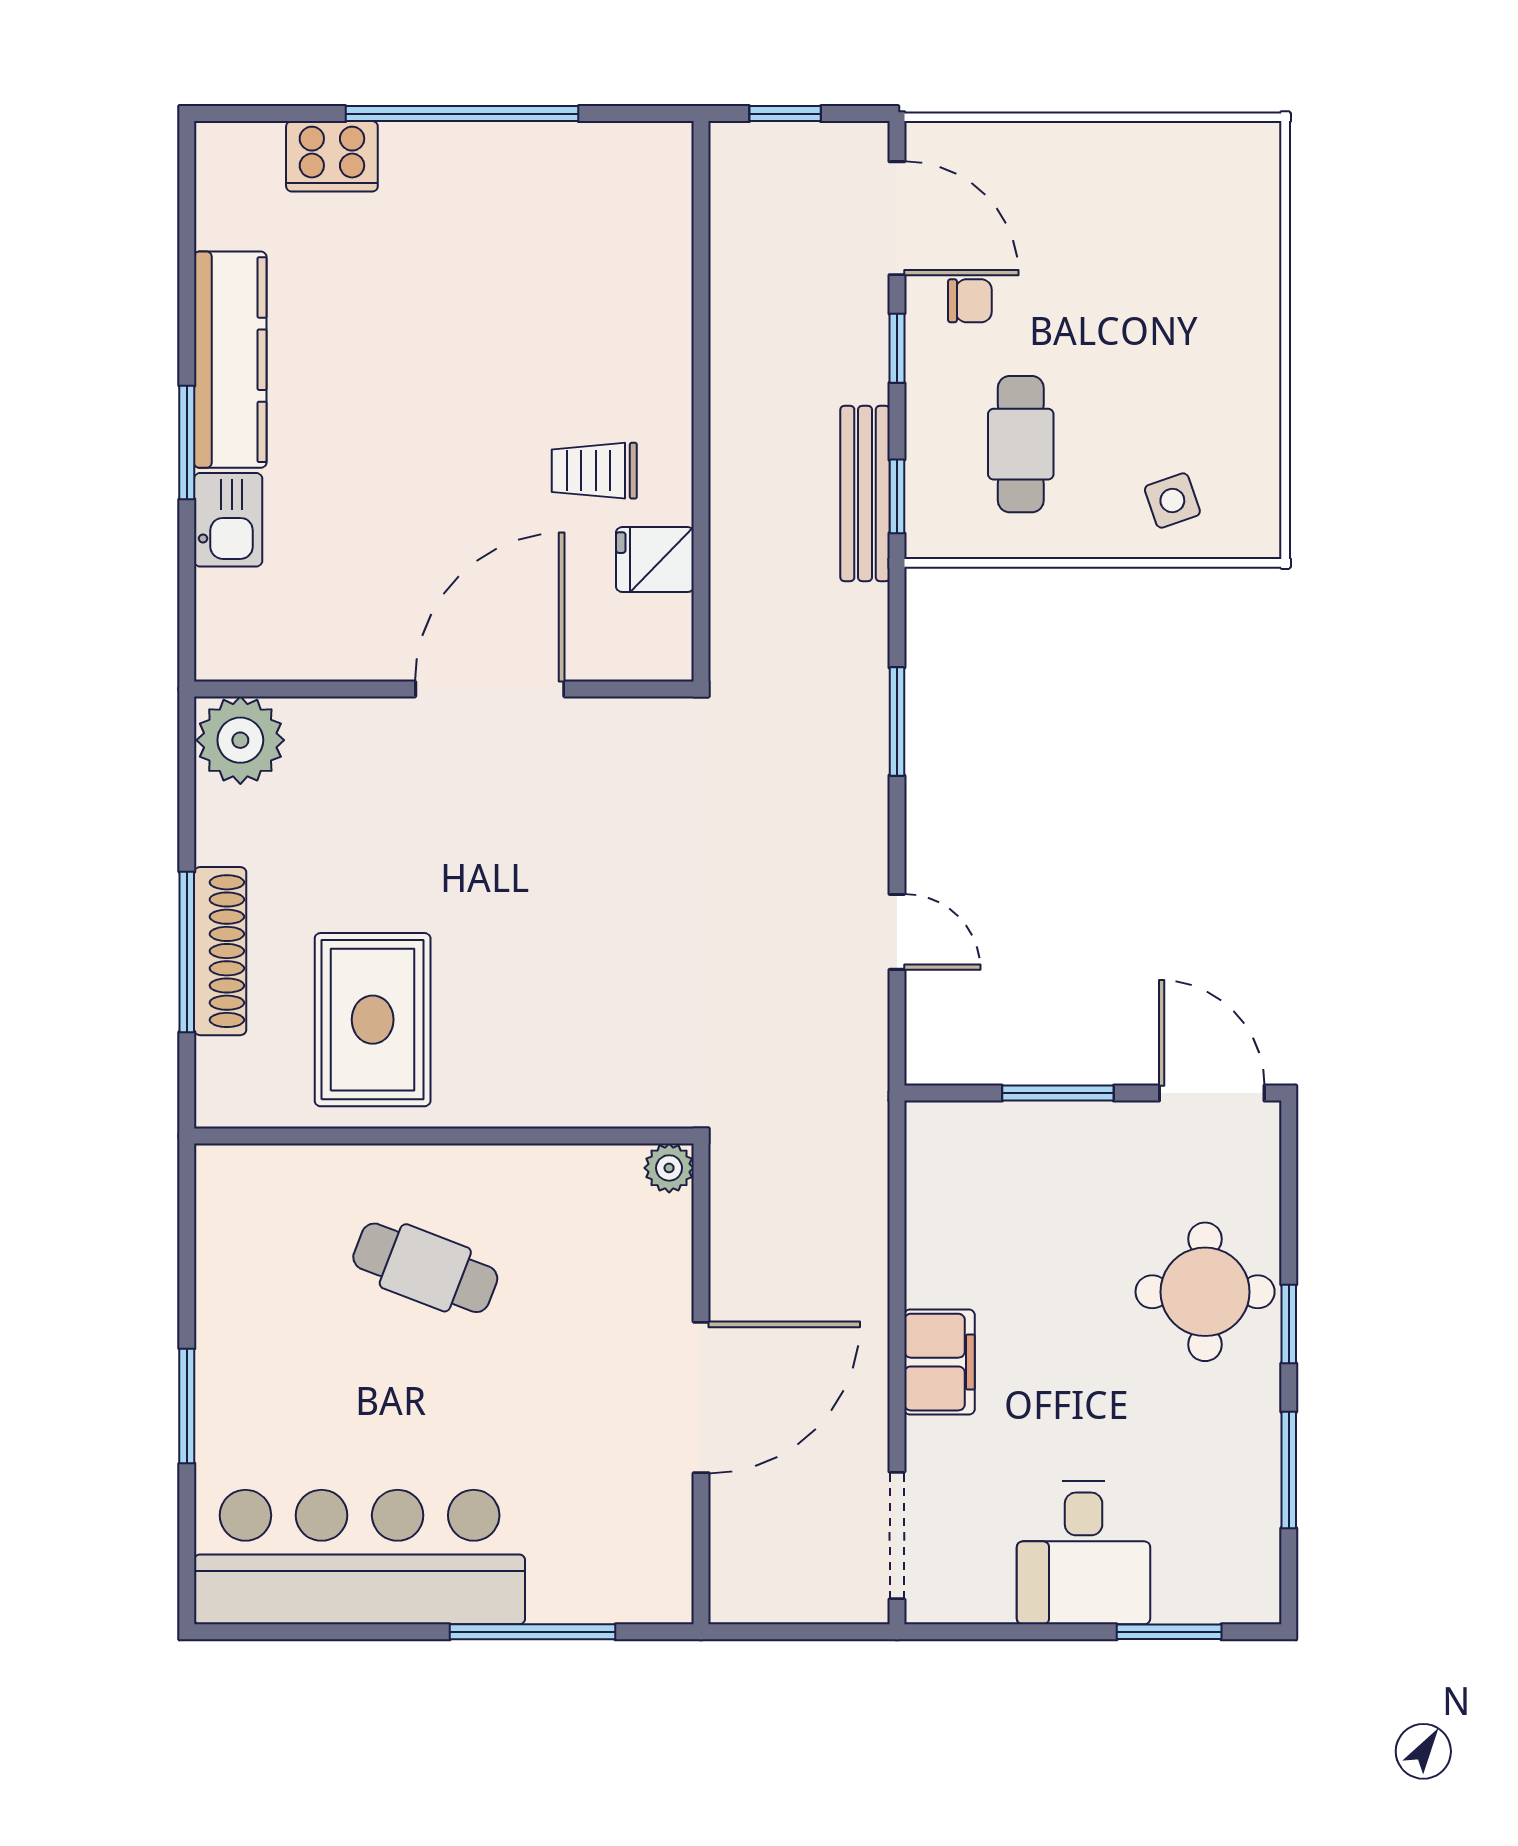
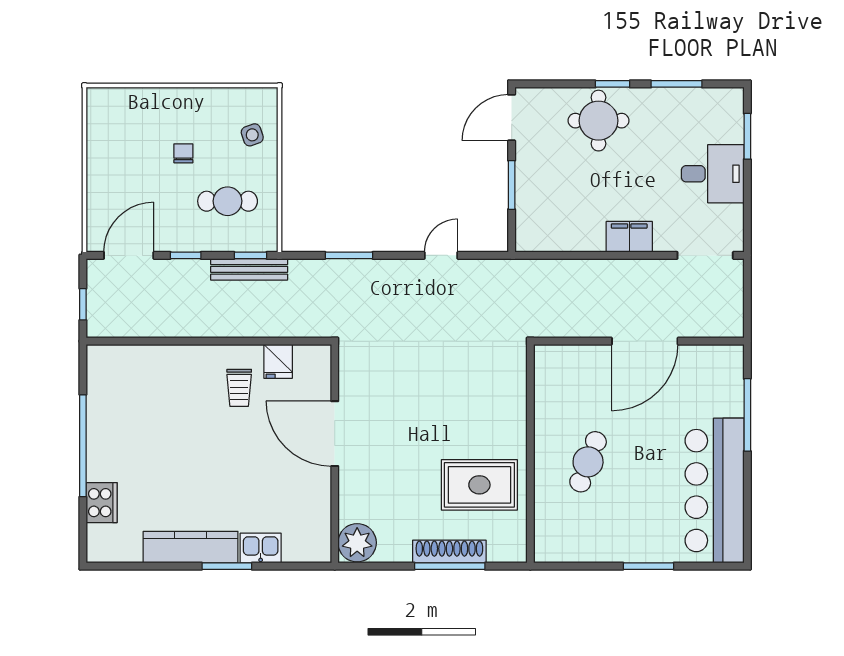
chair: (970, 301) -> (183, 153), moved
plant: (669, 1168) -> (544, 355), removed
door: (701, 1397) -> (645, 341), swing flipped

